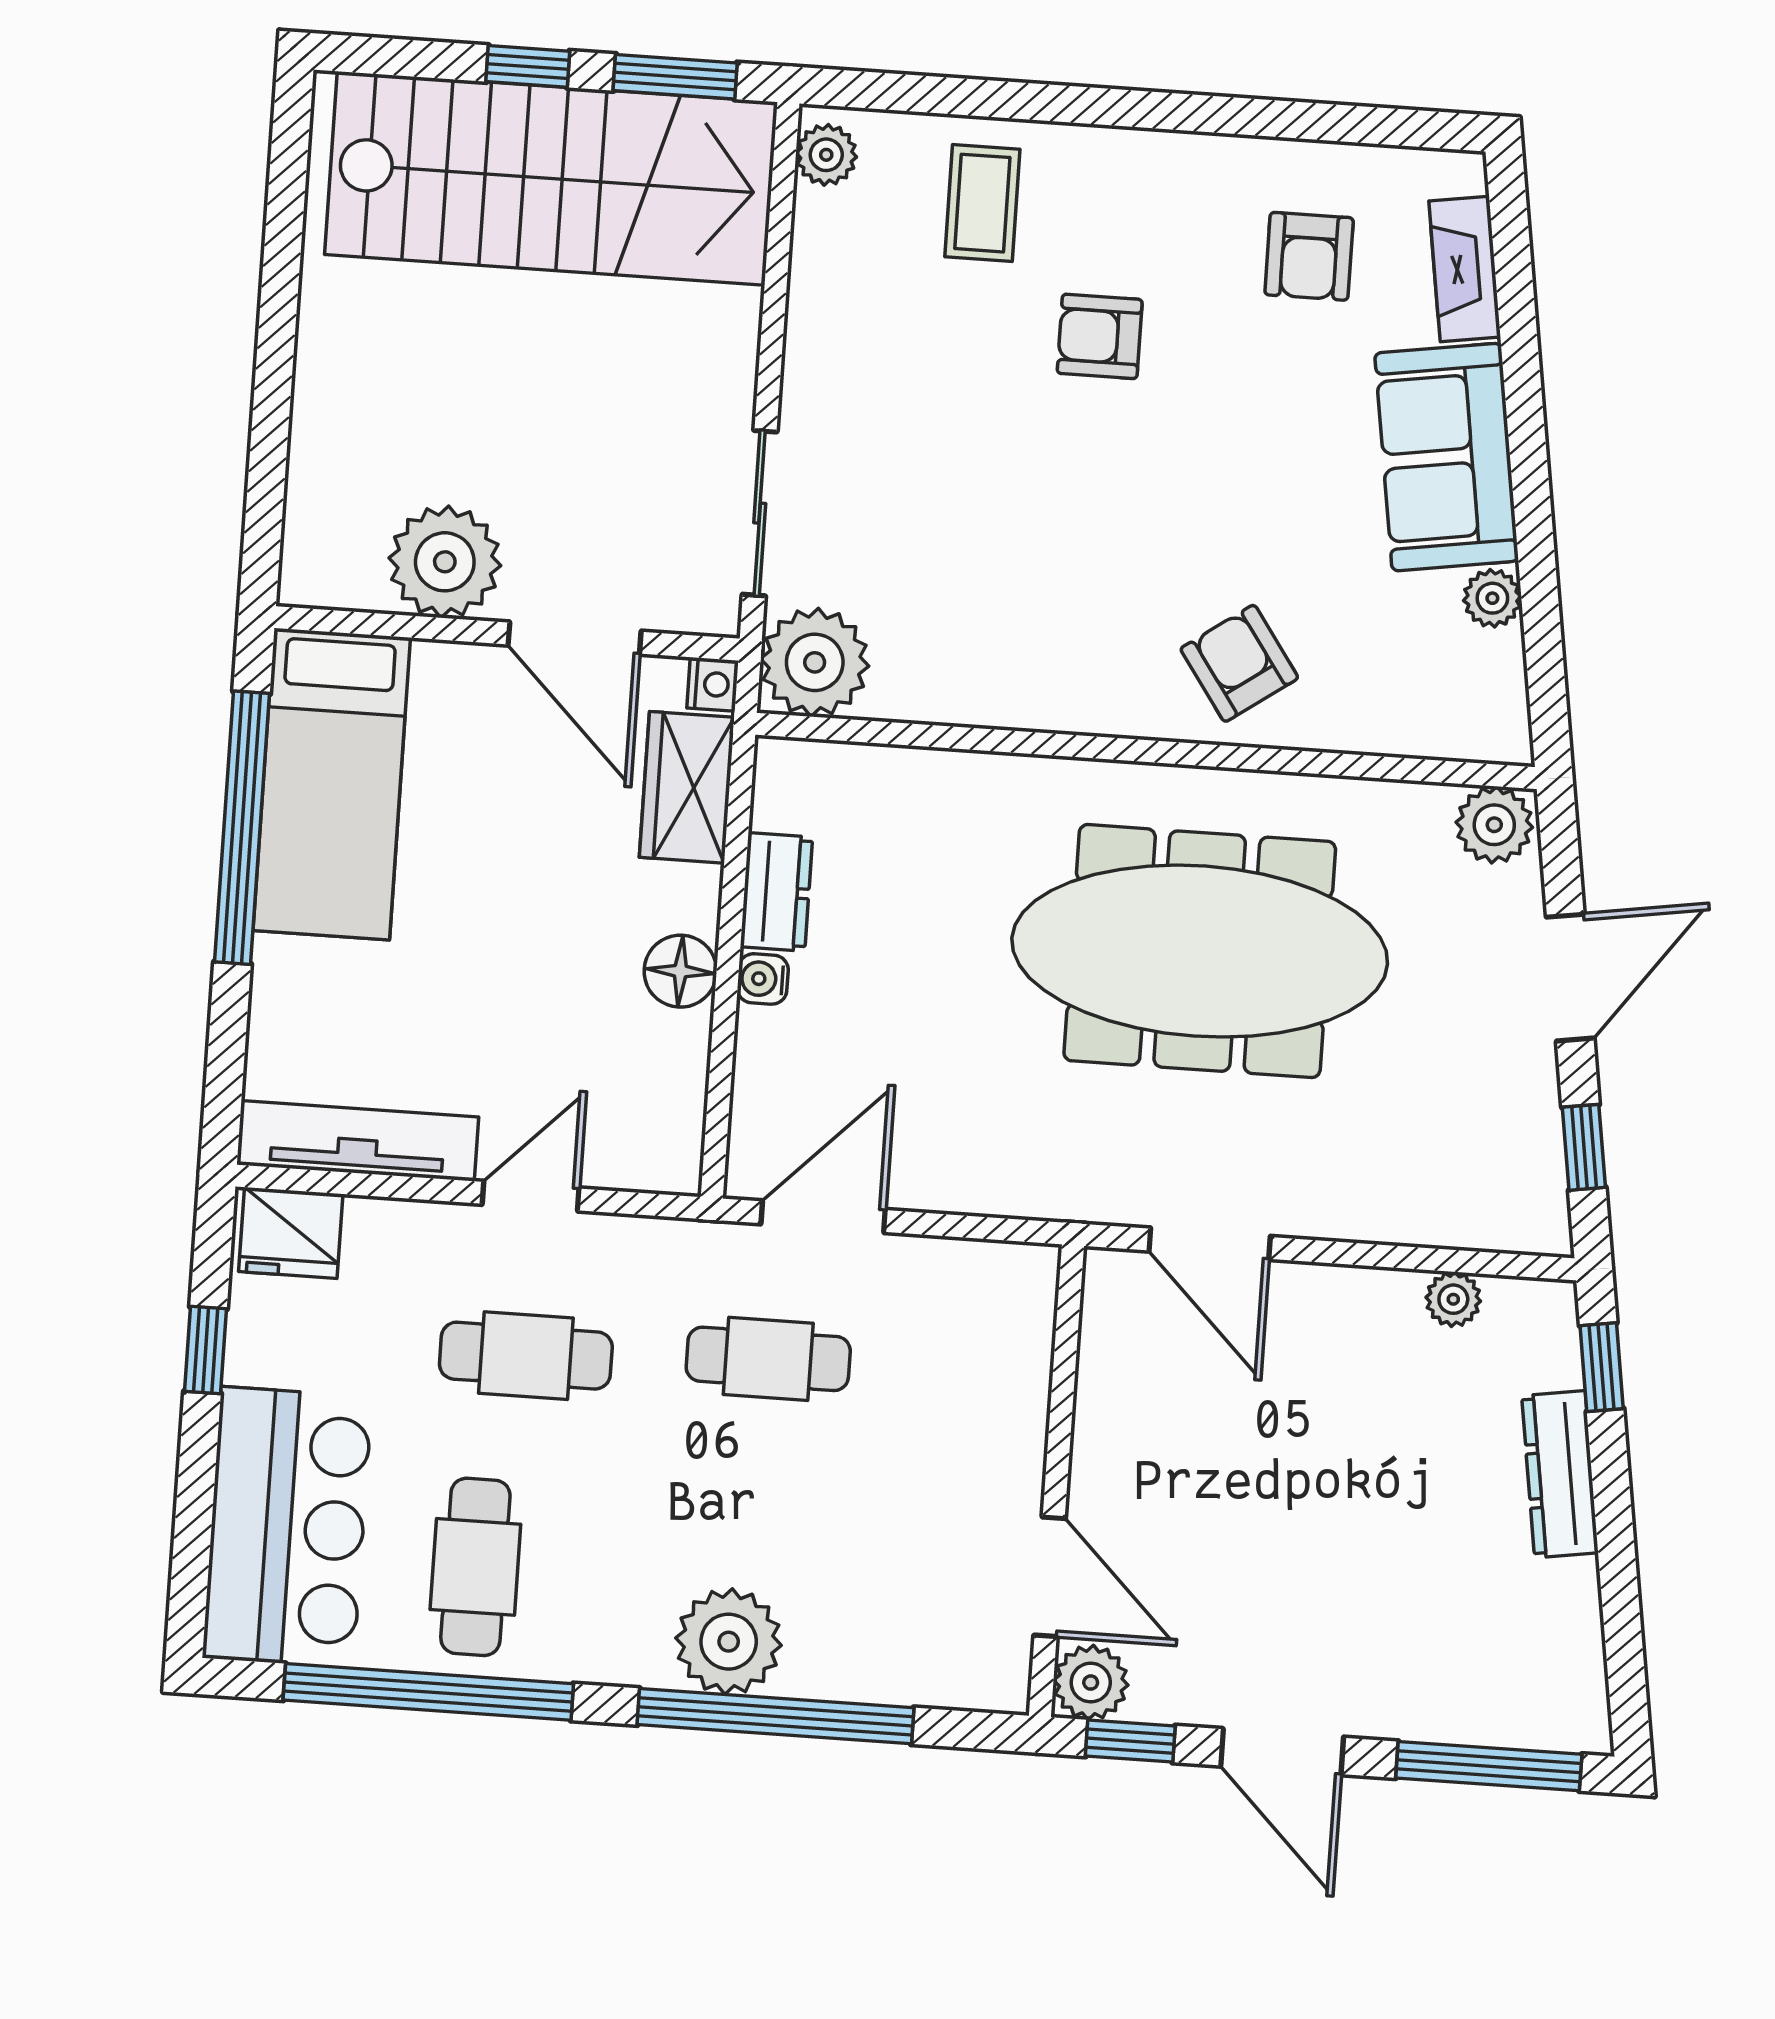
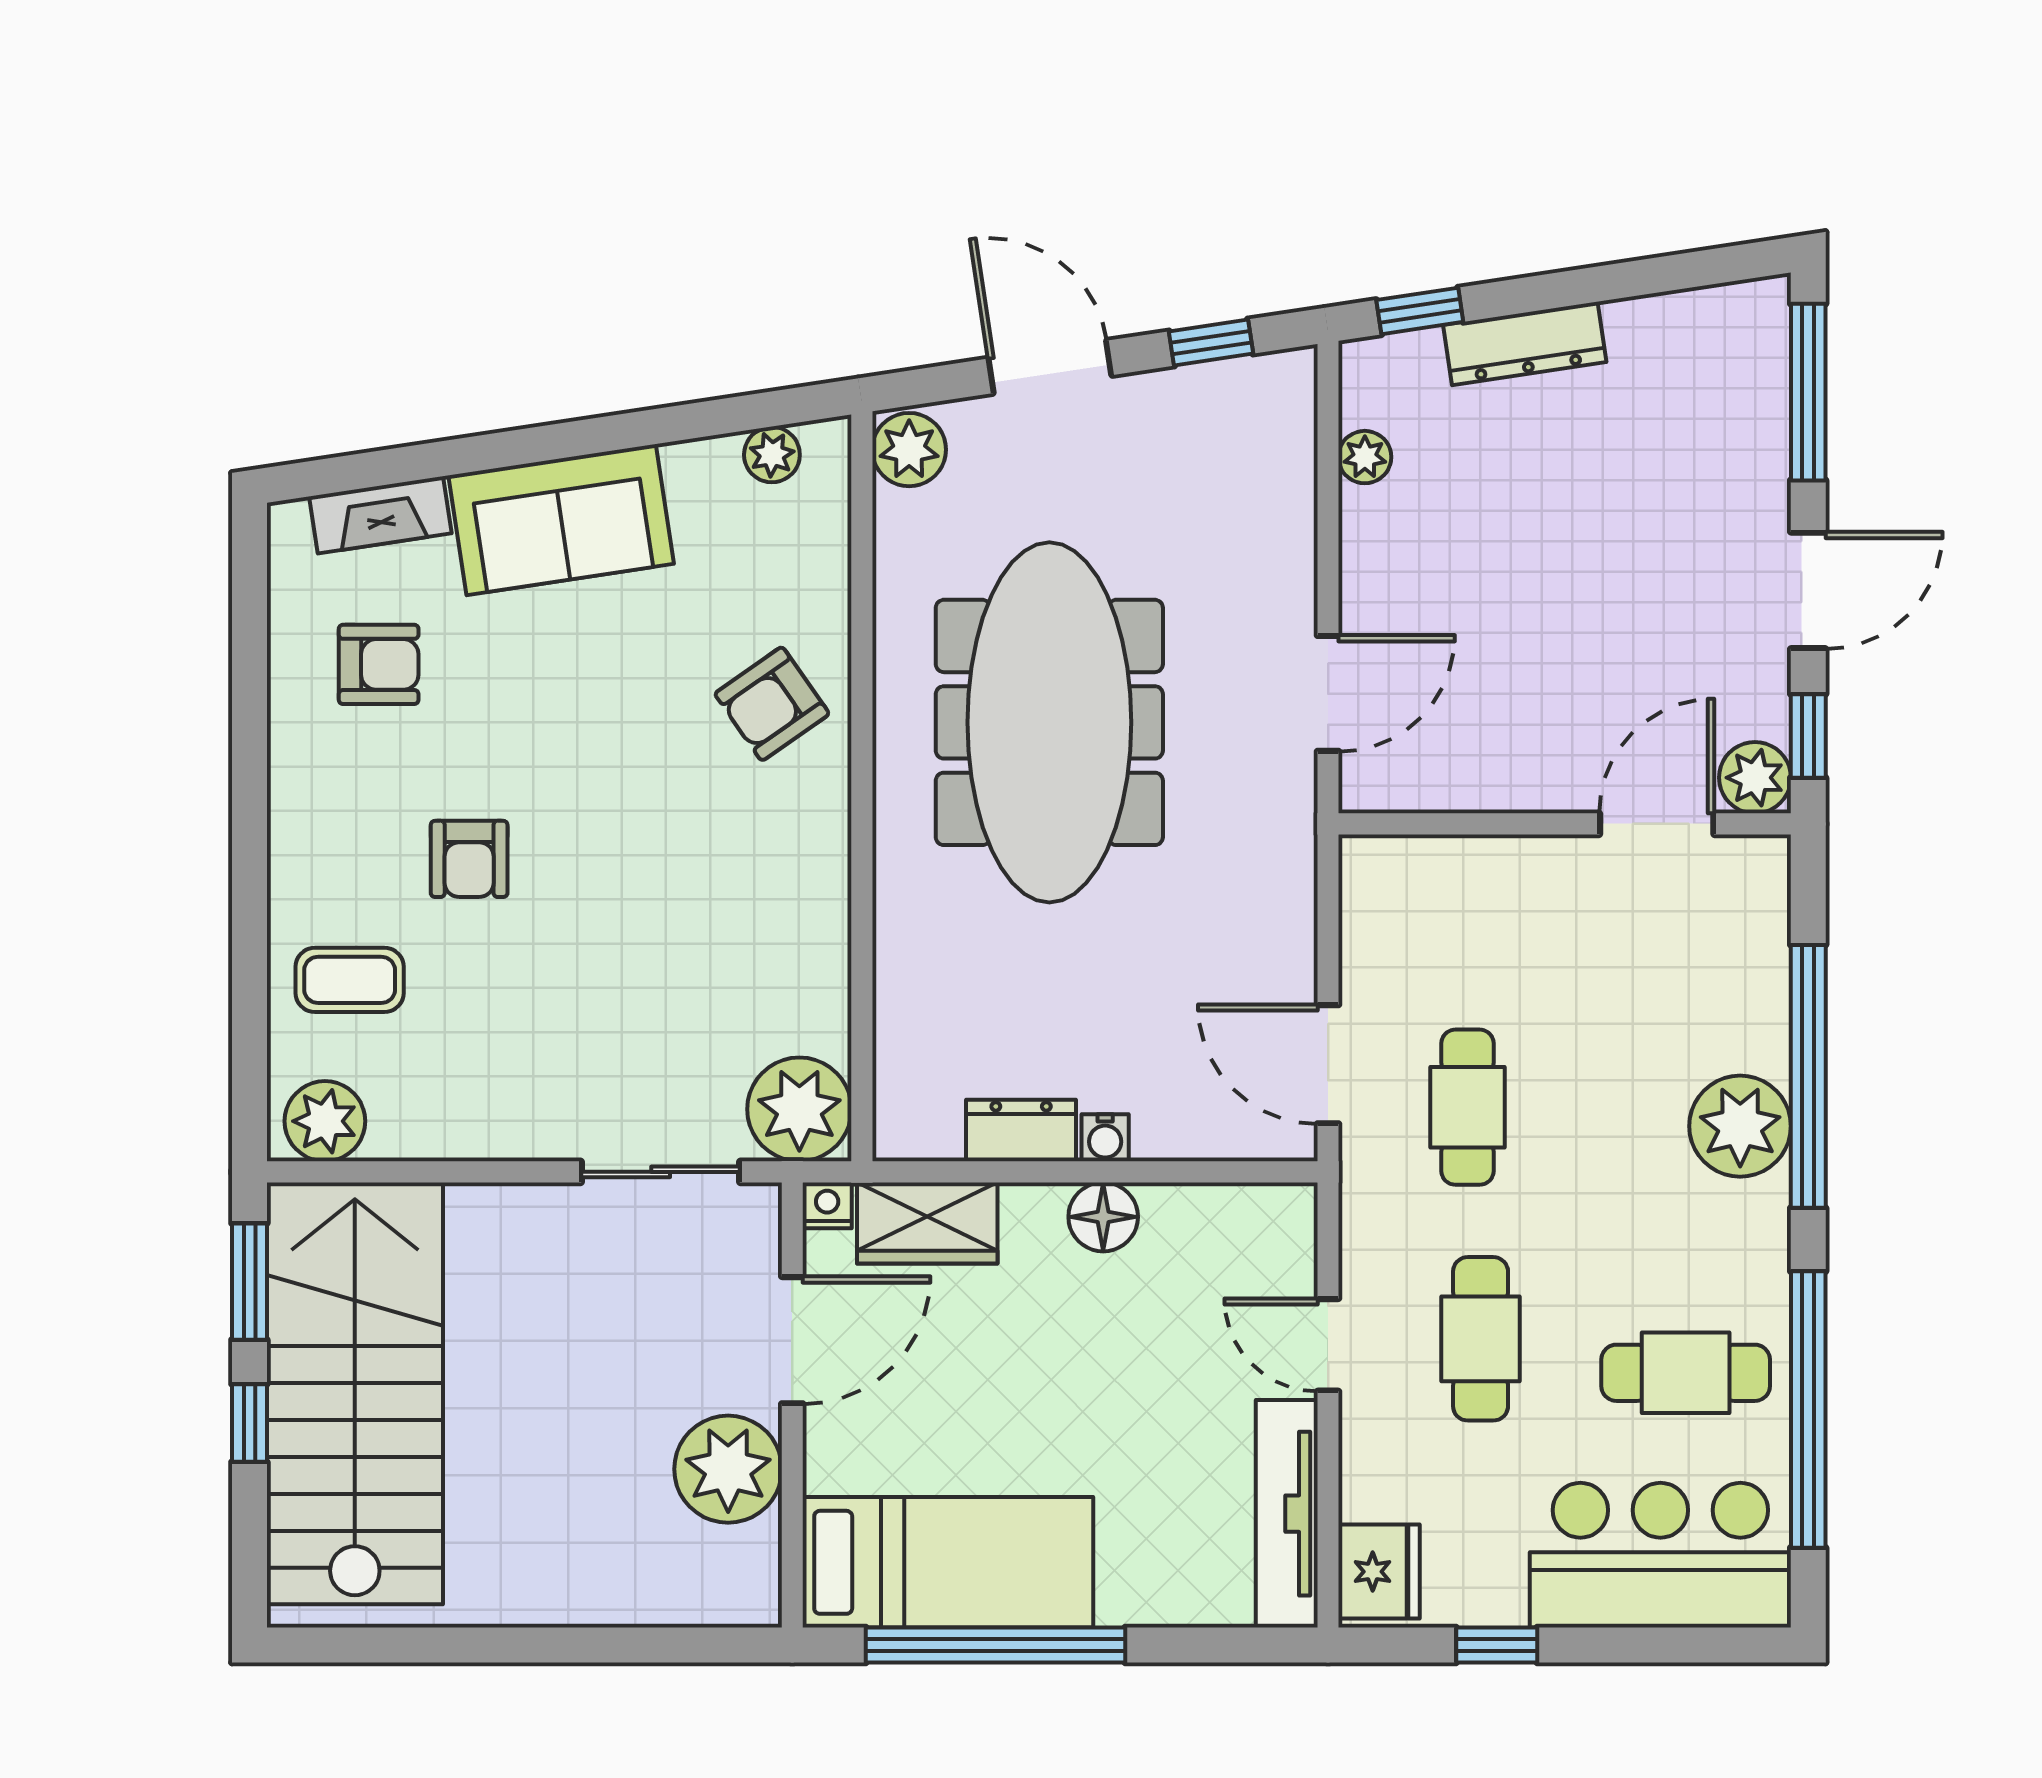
plant: (826, 155) -> (325, 1121), width x1.38, depth x1.38
plant: (1492, 598) -> (772, 455), moved

